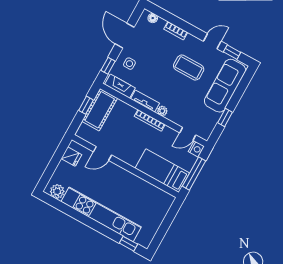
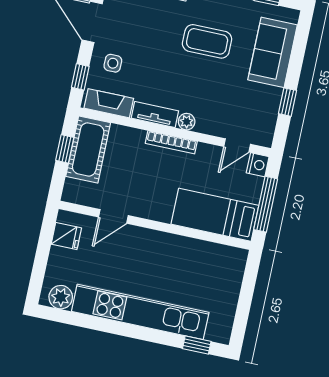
sofa: (225, 86) -> (273, 52), width x0.73

